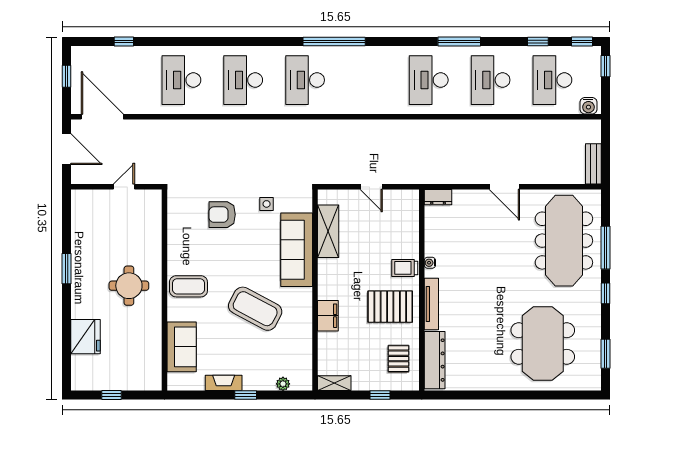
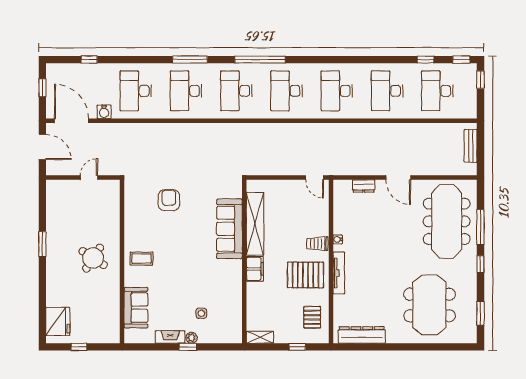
window: (459, 42) -> (190, 60), moved
desk: (367, 80) -> (287, 91), added
water cooler: (588, 106) -> (104, 112), moved
bench: (593, 164) -> (471, 146), moved
door: (371, 187) -> (315, 178), moved
dresser: (438, 197) -> (364, 186), moved
side table: (267, 204) -> (201, 313), moved
armchair: (222, 215) -> (169, 200), turned 90
shelving: (328, 231) -> (255, 224), width x1.47
round table: (129, 286) -> (93, 258), turned 33
coffee table: (188, 286) -> (142, 259), width x0.73, depth x0.77
coffee table: (255, 309) -> (196, 277), removed
filing cabinet: (328, 316) -> (255, 269), moved
fridge: (86, 337) -> (58, 321), moved
dresser: (435, 360) -> (362, 335), moved, turned -90
plant: (283, 384) -> (192, 338), moved

